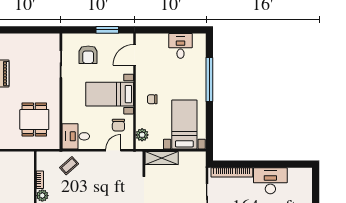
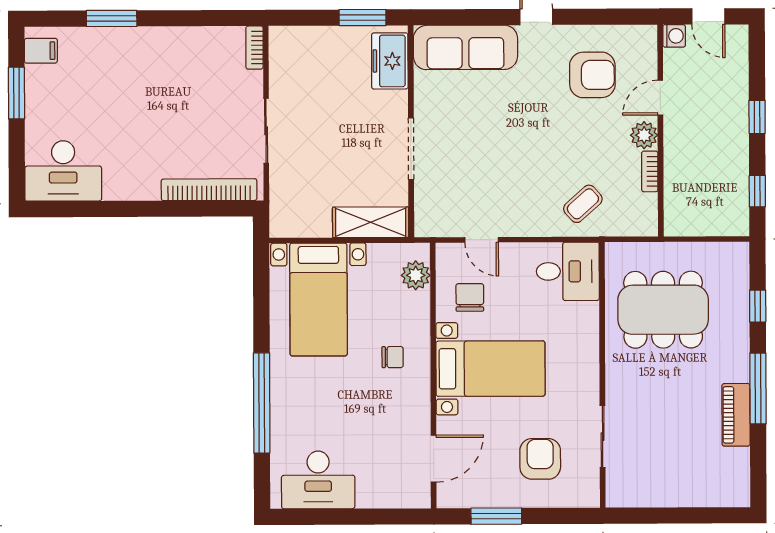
desk: (180, 46) -> (318, 480), width x1.37
dining table: (34, 119) -> (663, 310), width x1.38
door: (113, 150) -> (482, 240), hinge flipped
desk: (270, 181) -> (63, 171), moved

